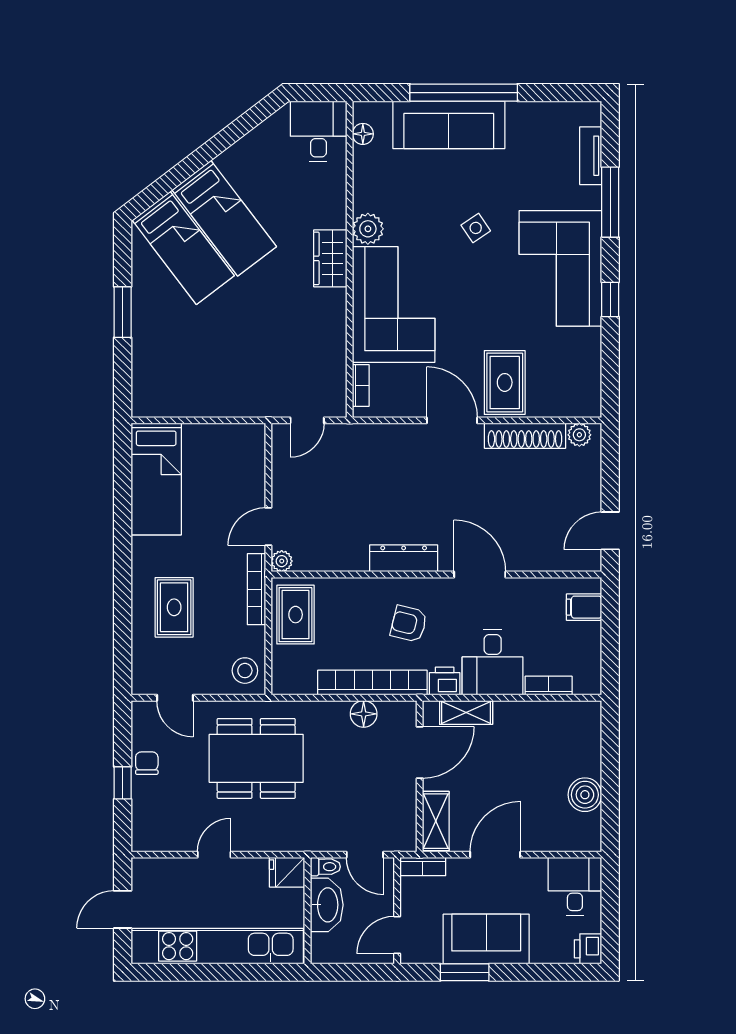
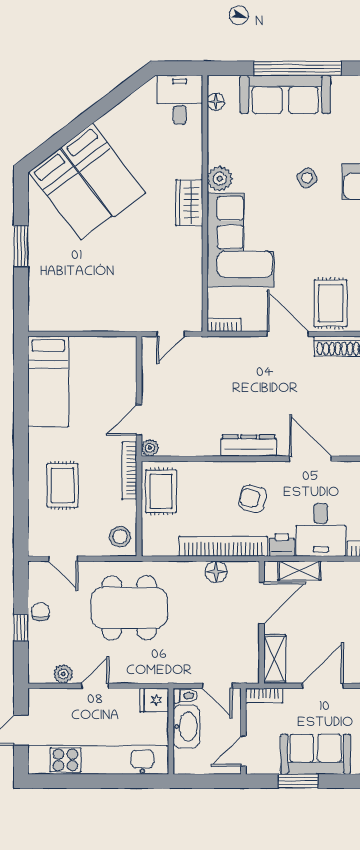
bookcase: (361, 385) -> (224, 325), moved, turned -90
plant: (175, 840) -> (63, 674), added

